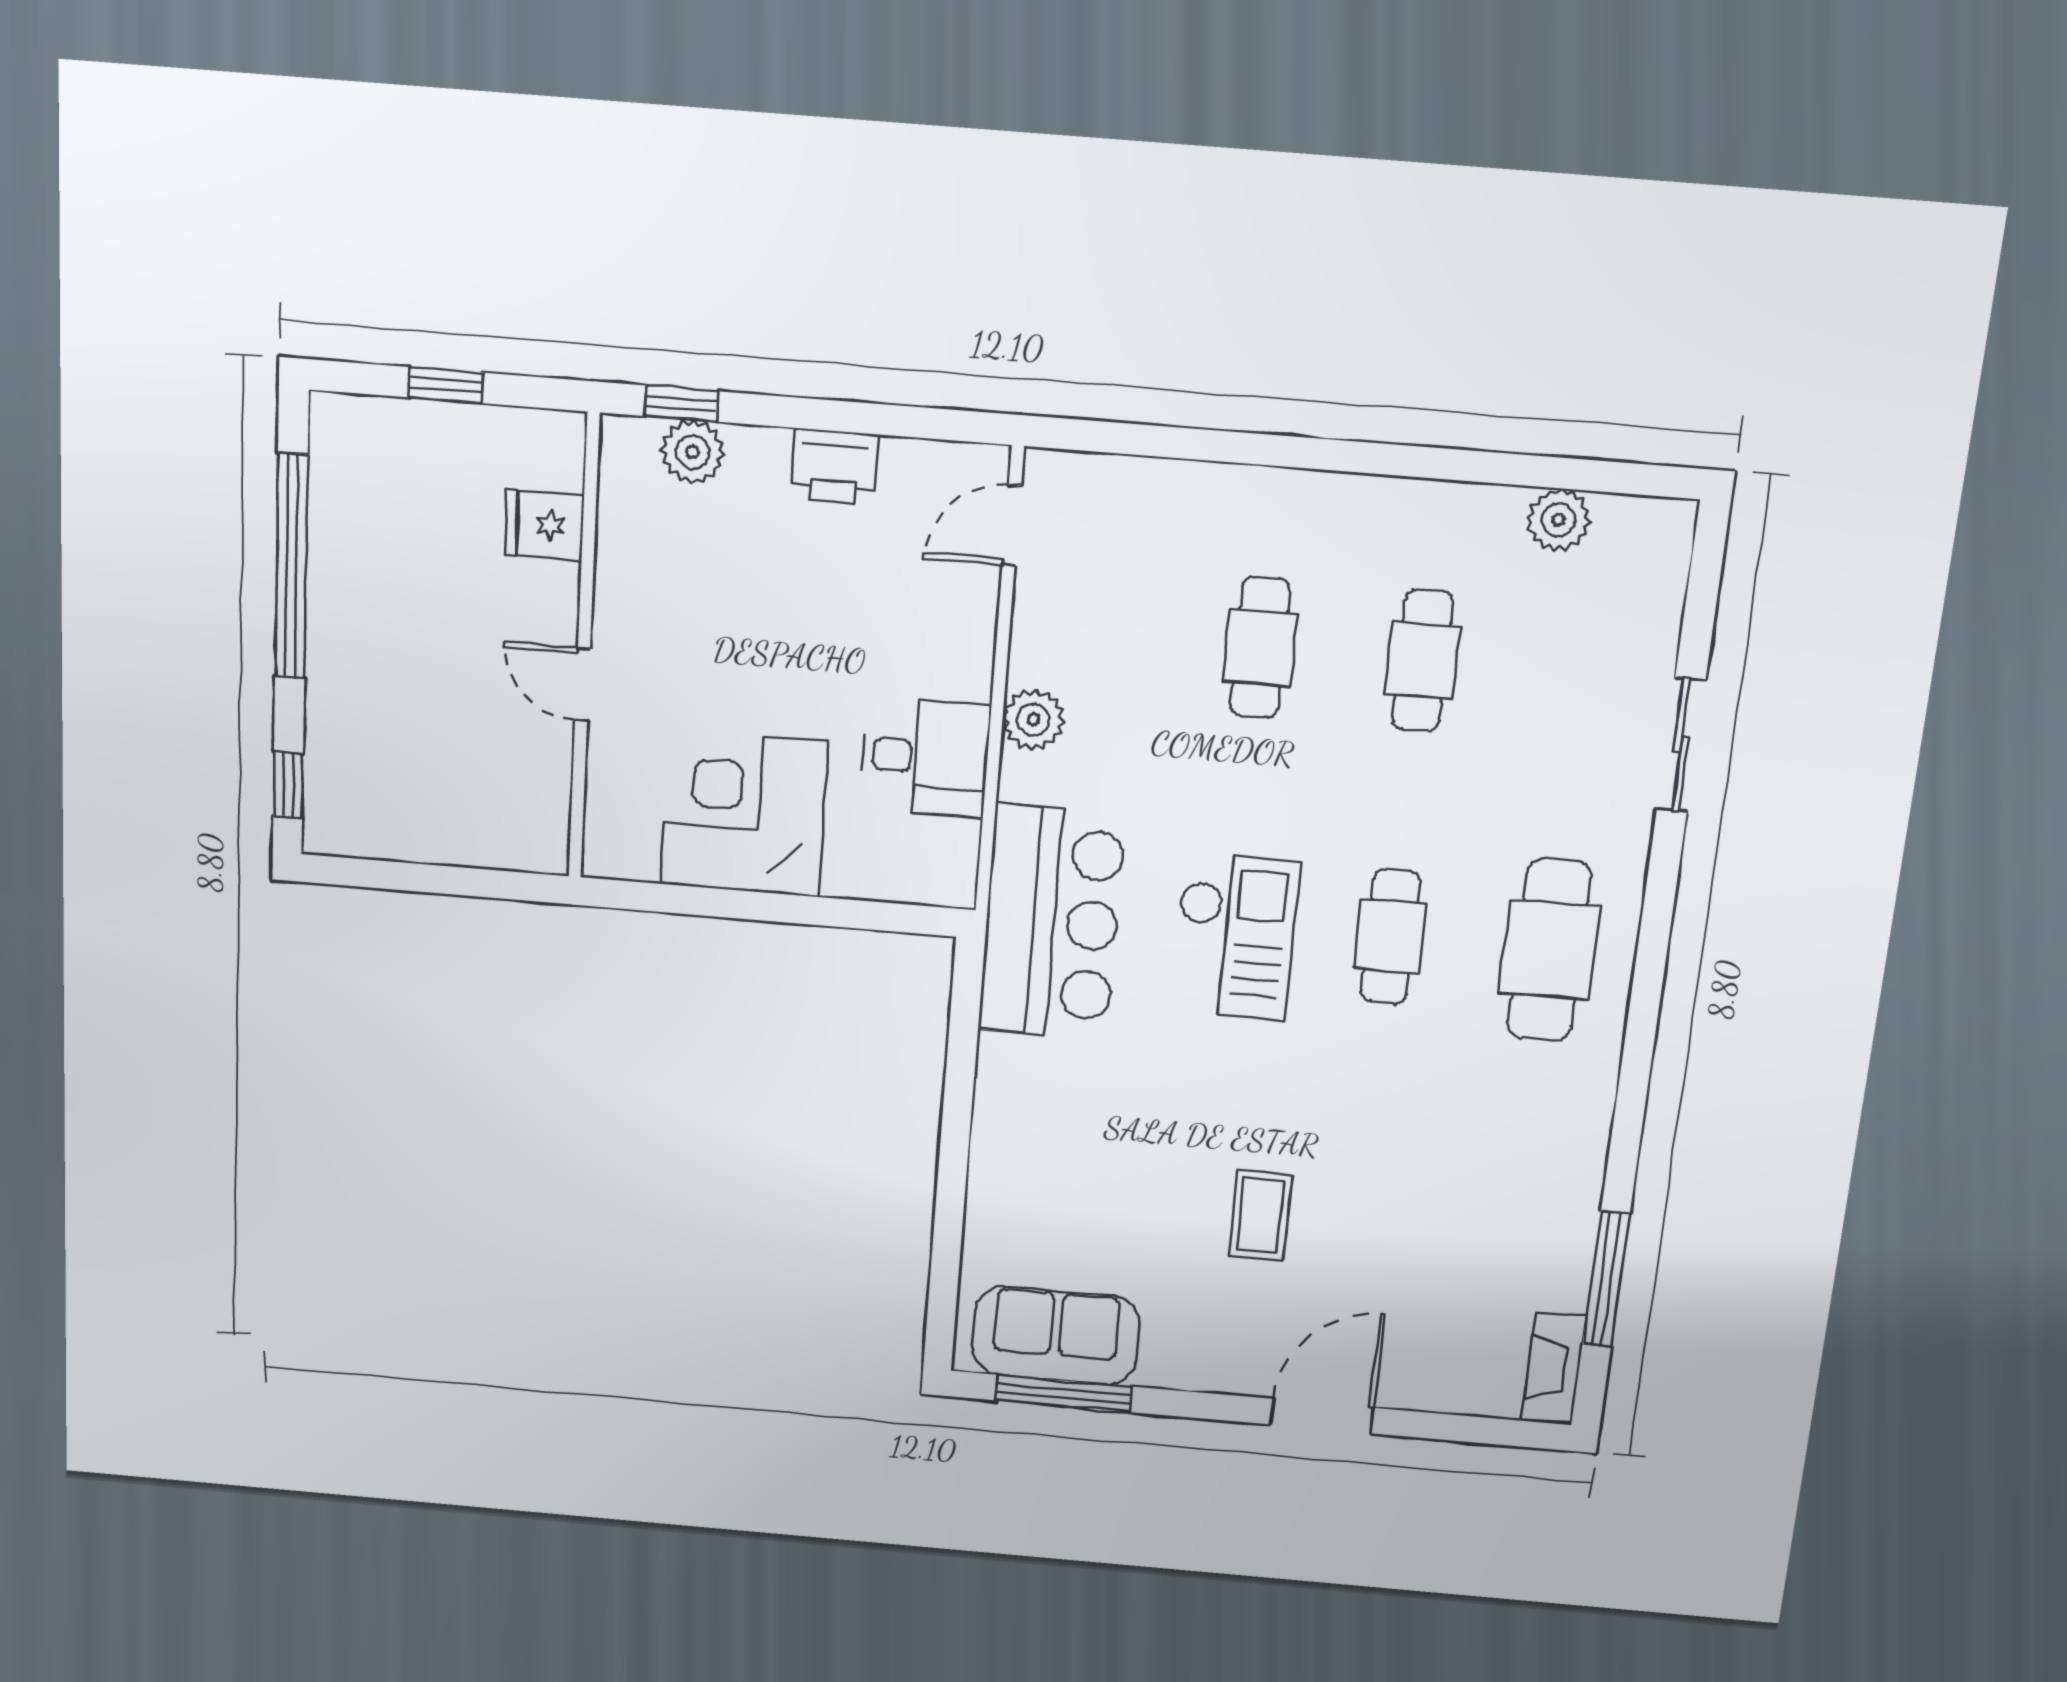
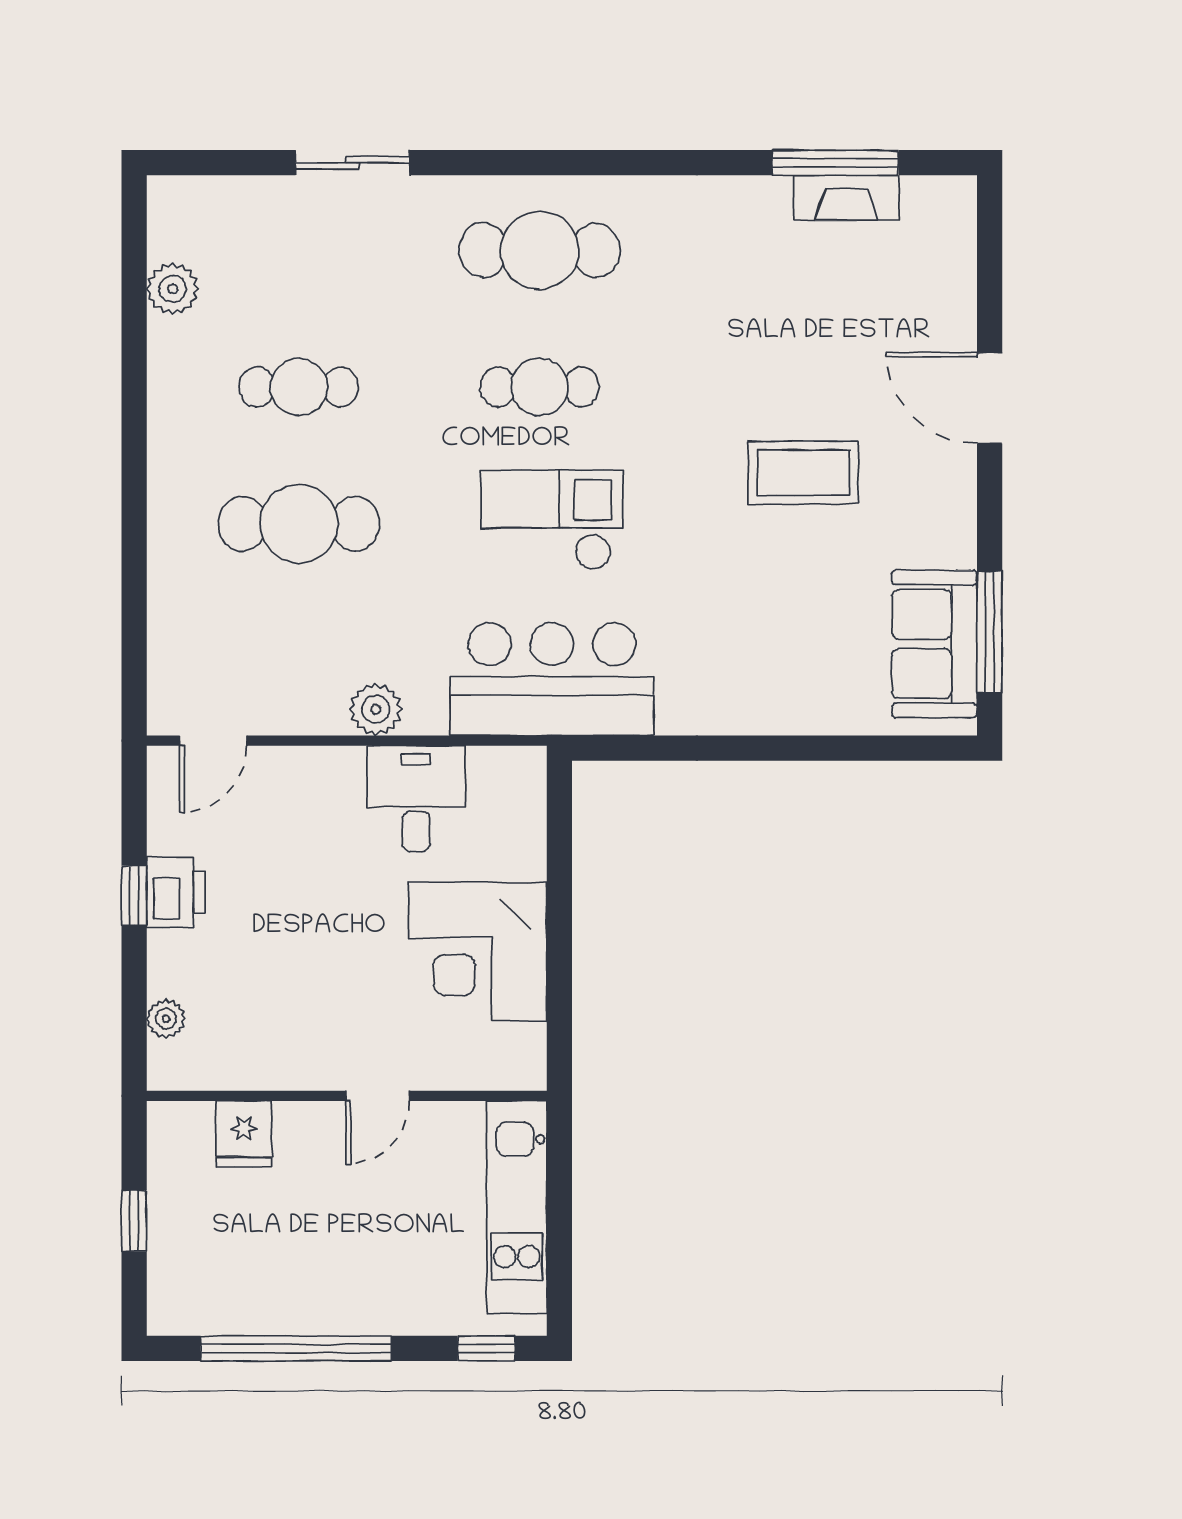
window: (682, 404) -> (134, 896), moved
plant: (693, 452) -> (166, 1019), width x0.73, depth x0.73
door: (1012, 525) -> (213, 741), hinge flipped
cafe table: (1260, 648) -> (299, 524), width x1.37, depth x1.35
kitchen unit: (448, 833) -> (517, 1208), added
coffee table: (1260, 1215) -> (803, 473), width x1.36, depth x1.30
fireplace: (1554, 1369) -> (847, 198), moved

